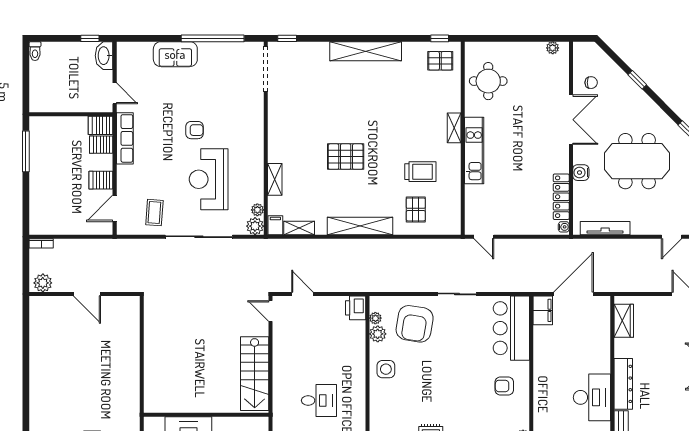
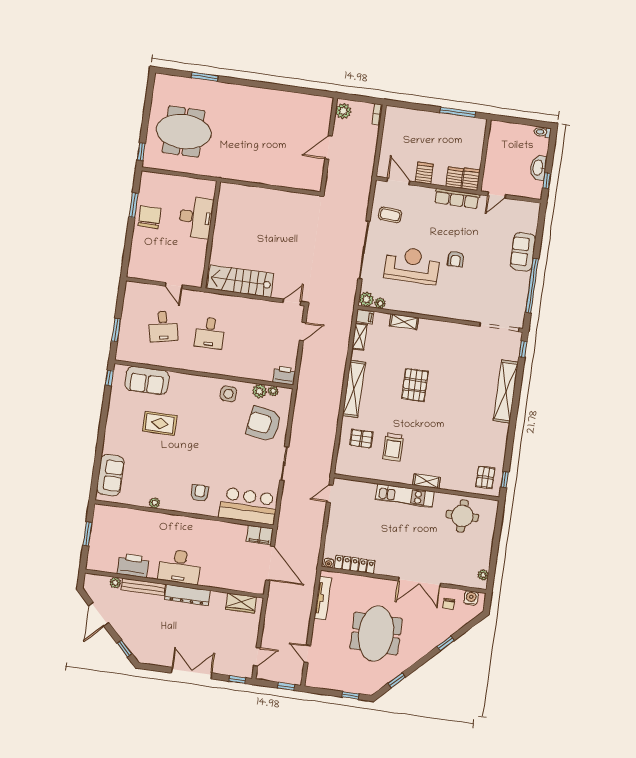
shelving: (366, 51) -> (506, 391), moved
washbasin: (104, 56) -> (538, 168), moved, turned -90
water cooler: (581, 173) -> (471, 598), moved

